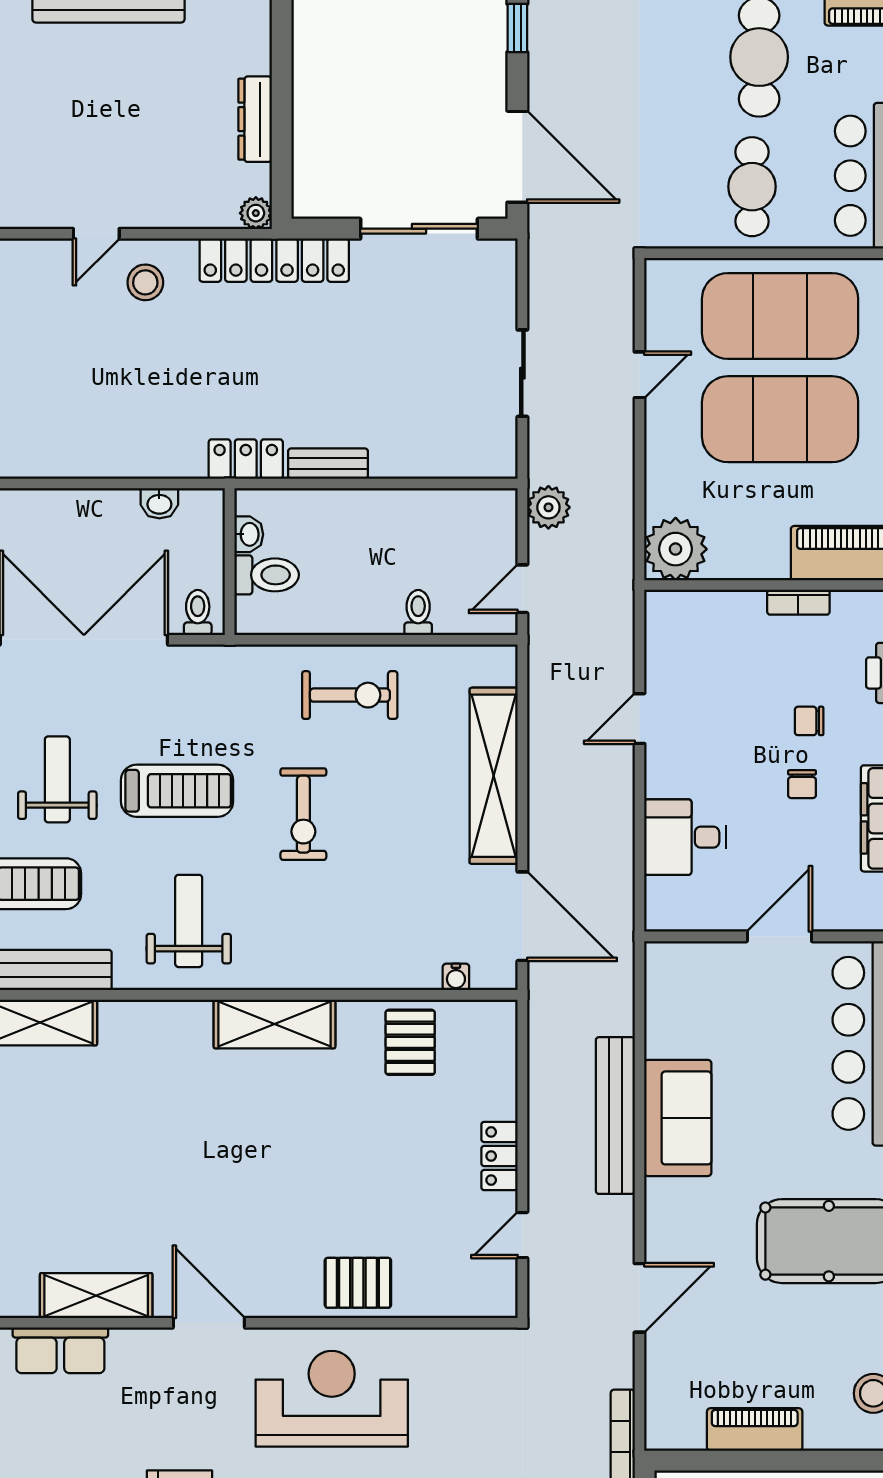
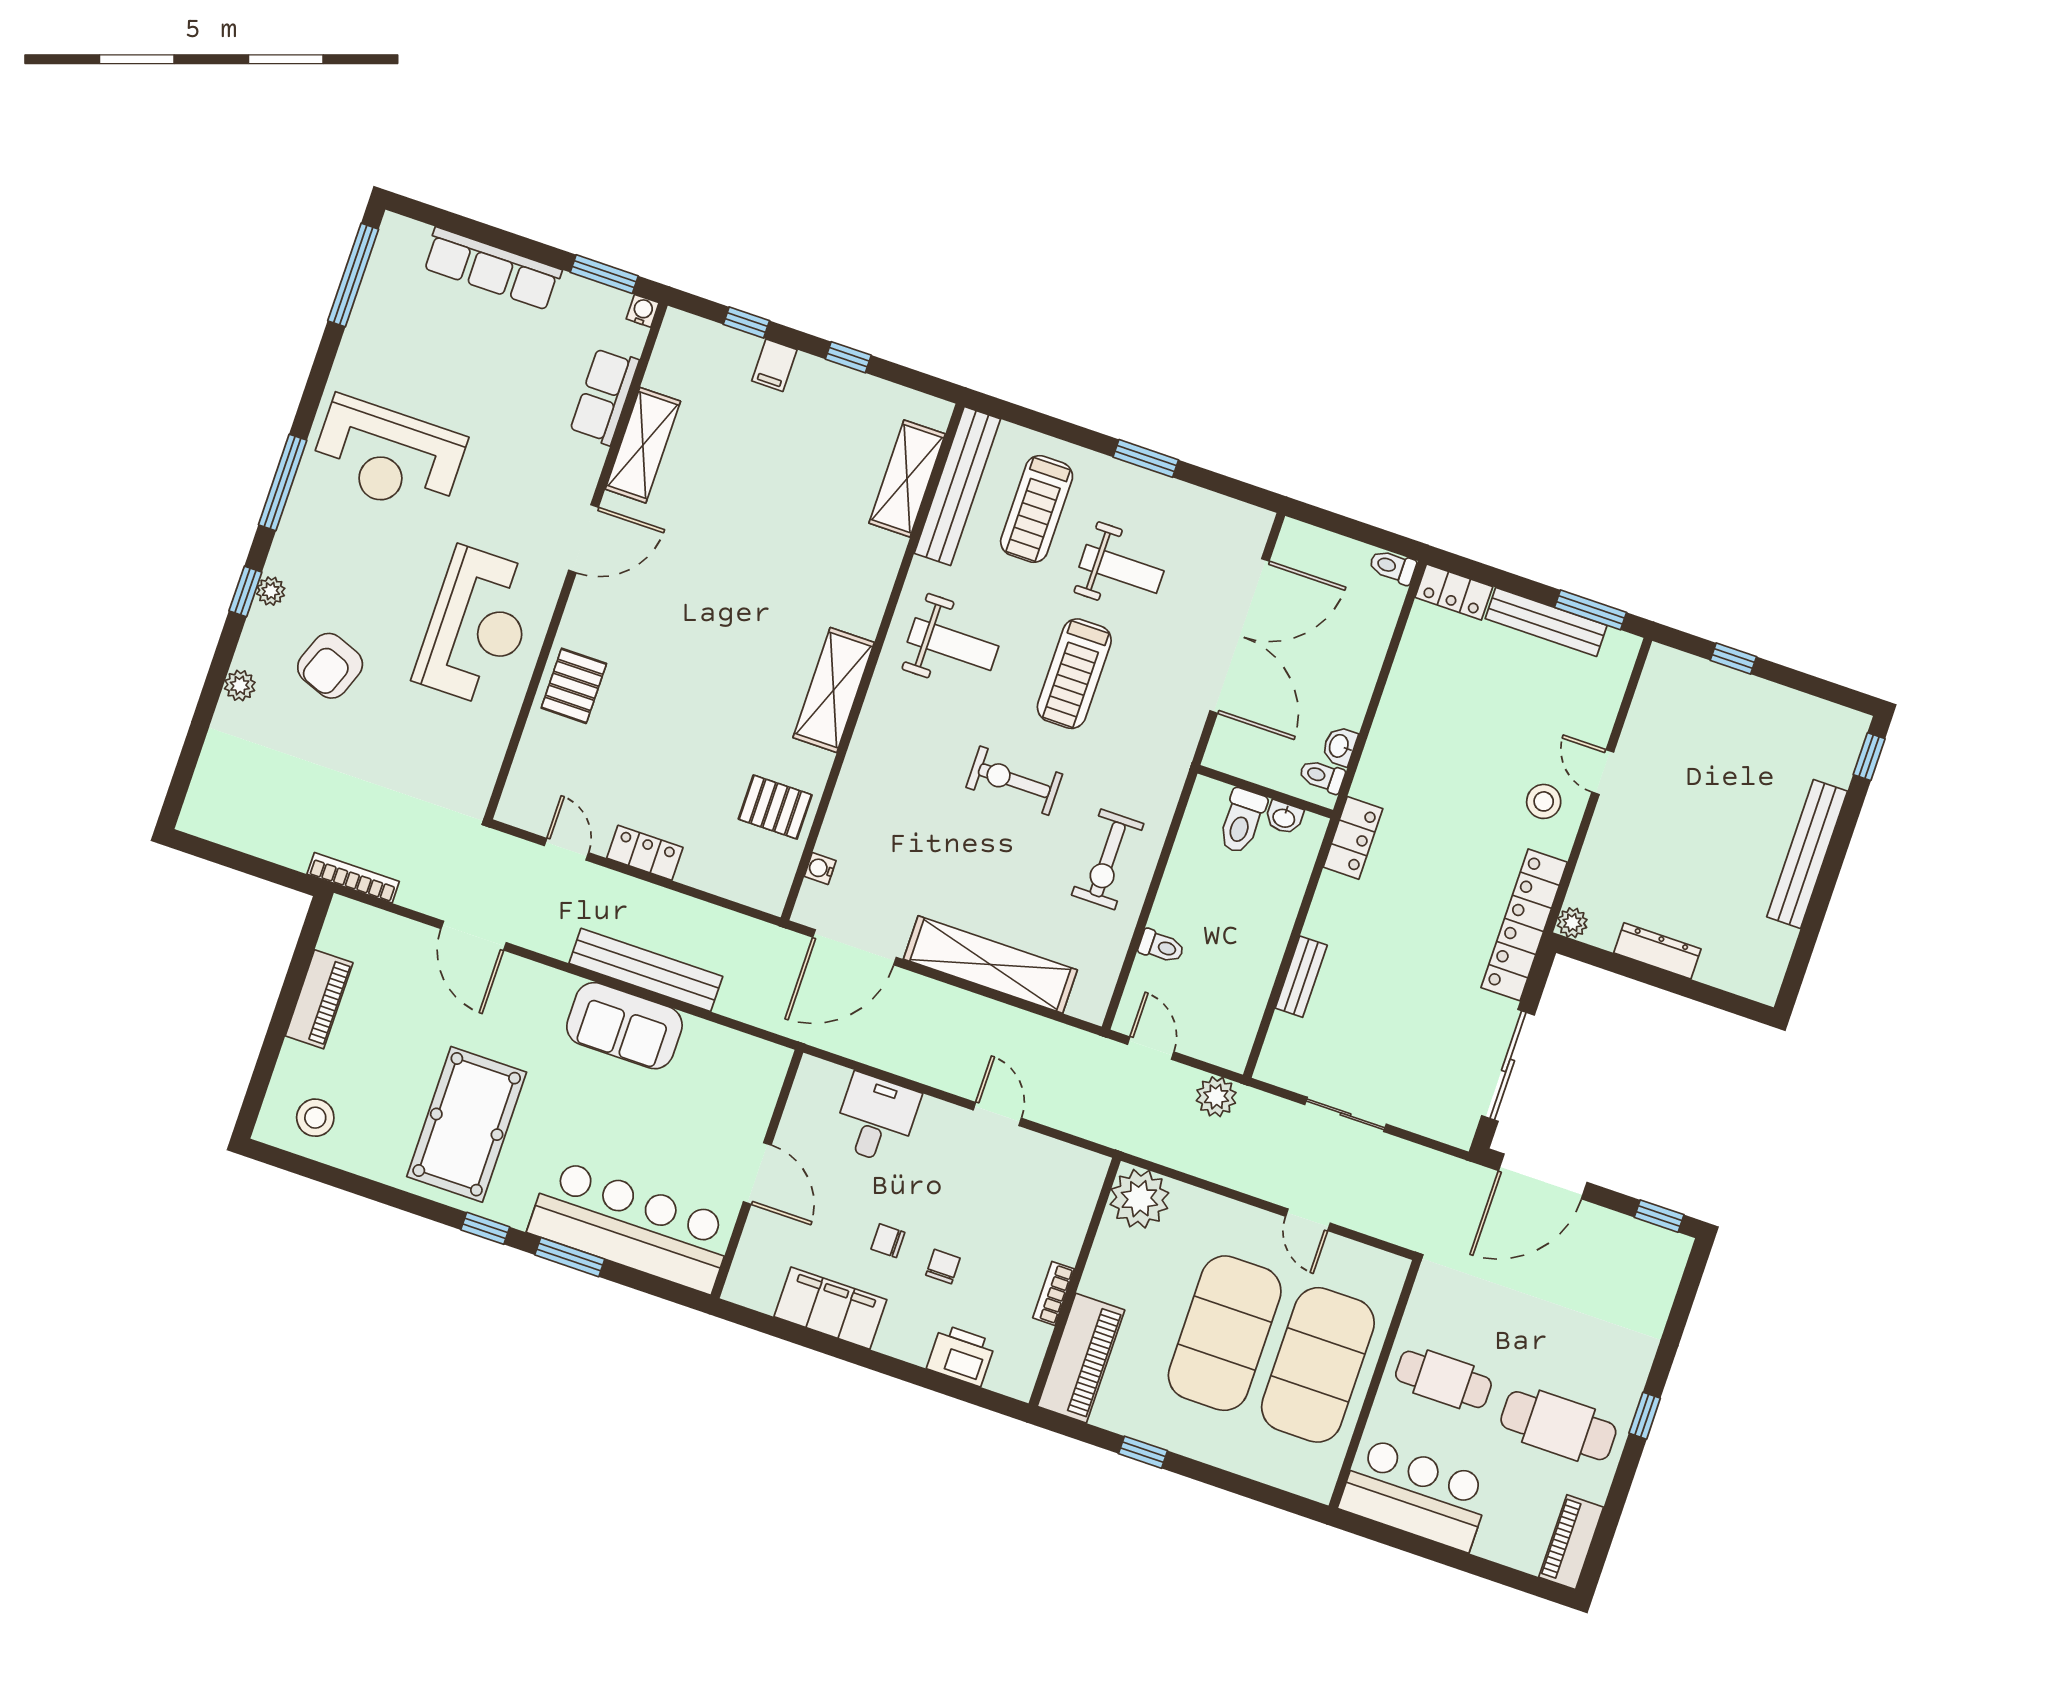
bench: (328, 464) -> (1301, 977), moved
toilet: (198, 613) -> (1322, 776), moved, turned 180

